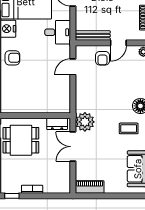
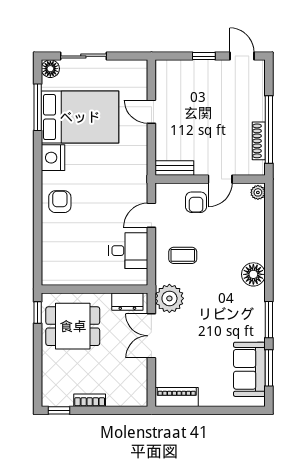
desk: (58, 32) -> (128, 251), moved
bench: (93, 36) -> (174, 168), width x0.73
armchair: (12, 58) -> (60, 202), turned -90
coffee table: (129, 128) -> (183, 255), moved

